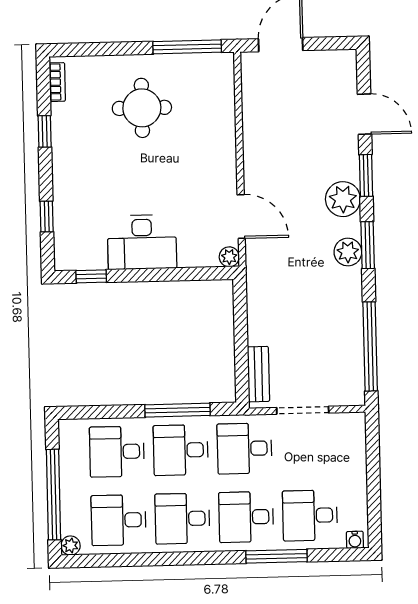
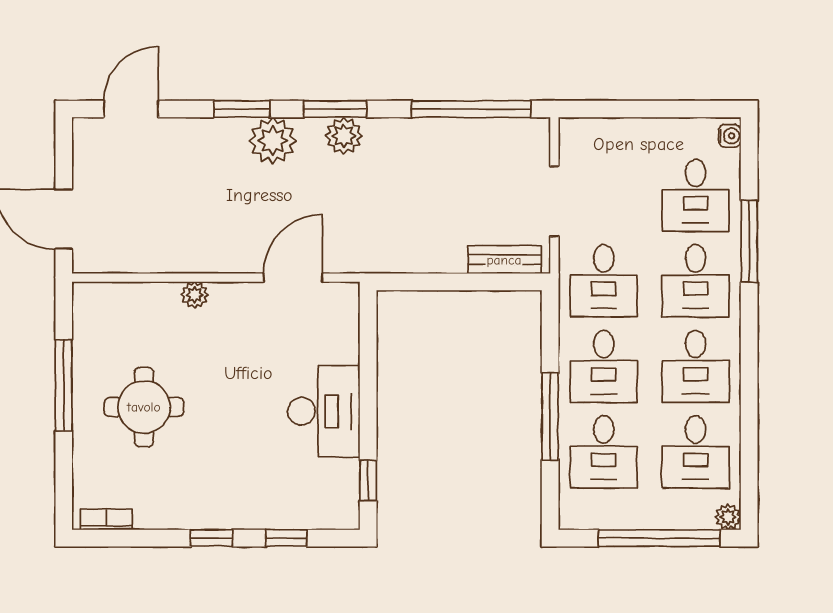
window: (187, 47) -> (64, 385), moved
door: (364, 114) -> (131, 109), moved
window: (45, 131) -> (212, 538), moved
plant: (229, 257) -> (195, 295), moved
window: (177, 410) -> (550, 416), moved

